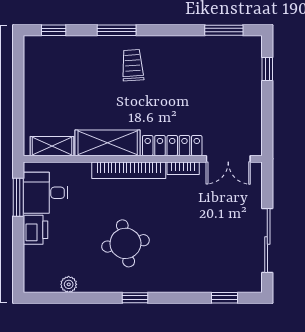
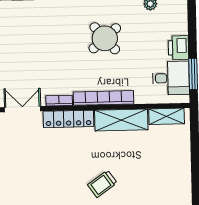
trolley: (133, 65) -> (102, 184), turned 59
round table: (125, 243) -> (105, 38), turned -31

